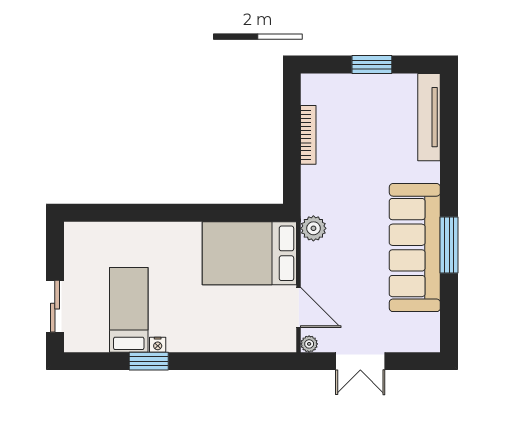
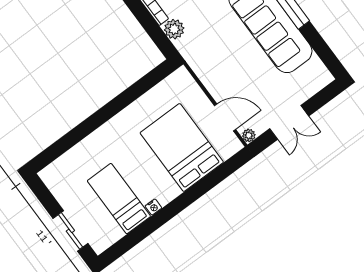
plant: (313, 228) -> (174, 29), moved
bed: (249, 253) -> (182, 148), moved, turned 90
window: (149, 361) -> (156, 222), removed

